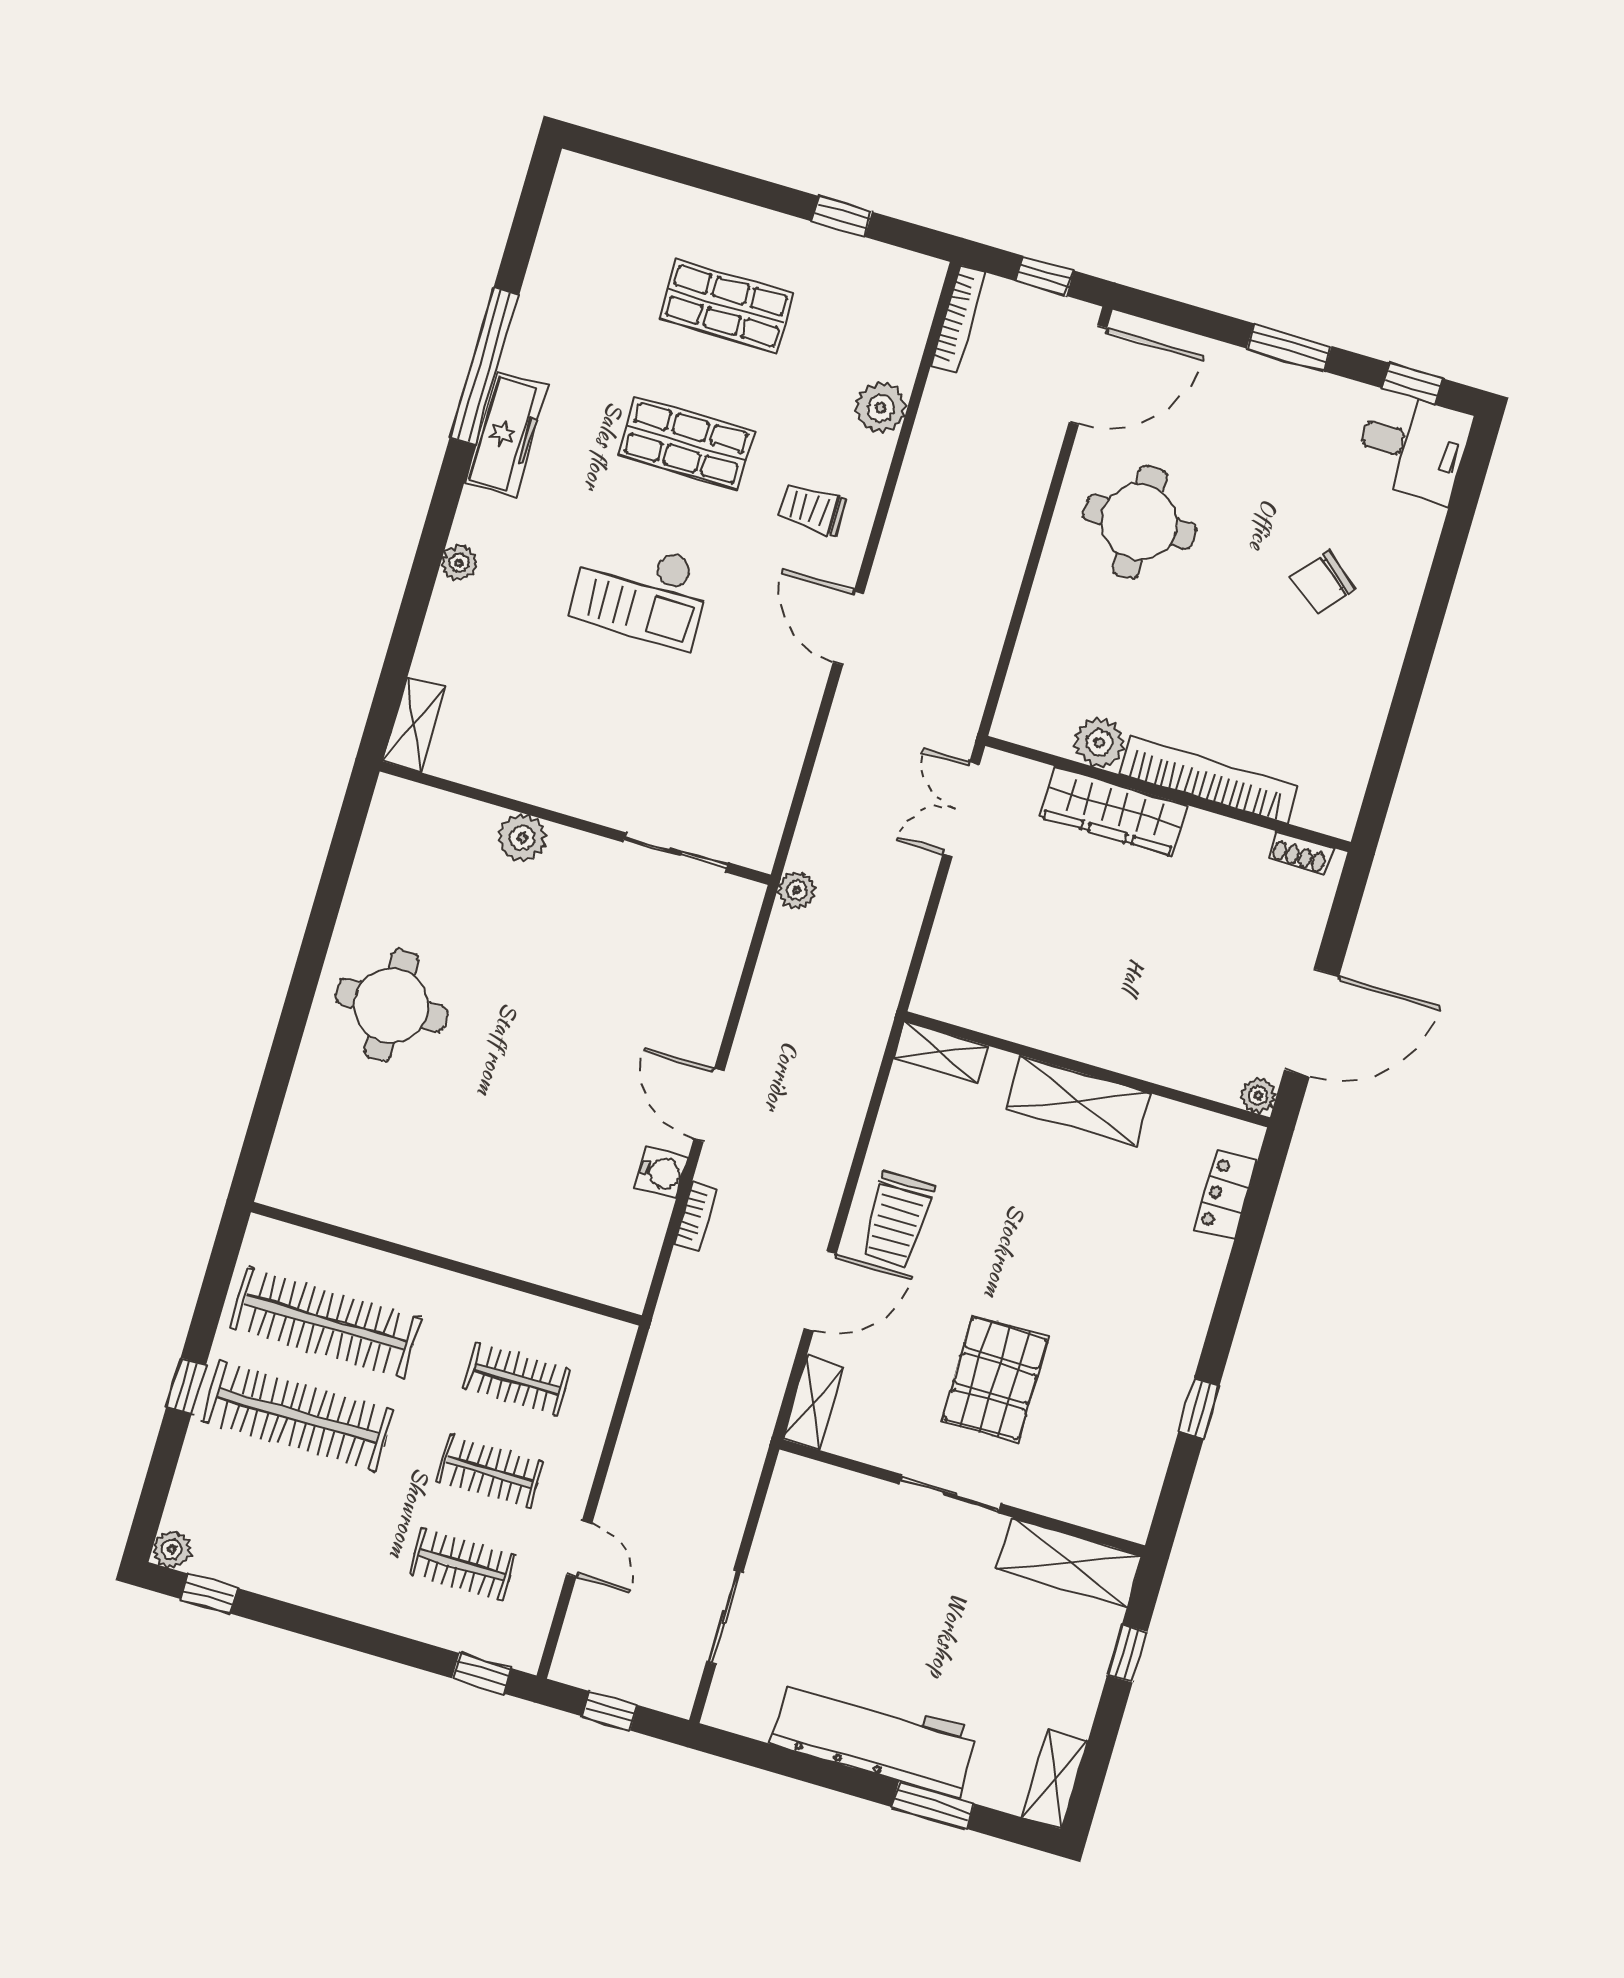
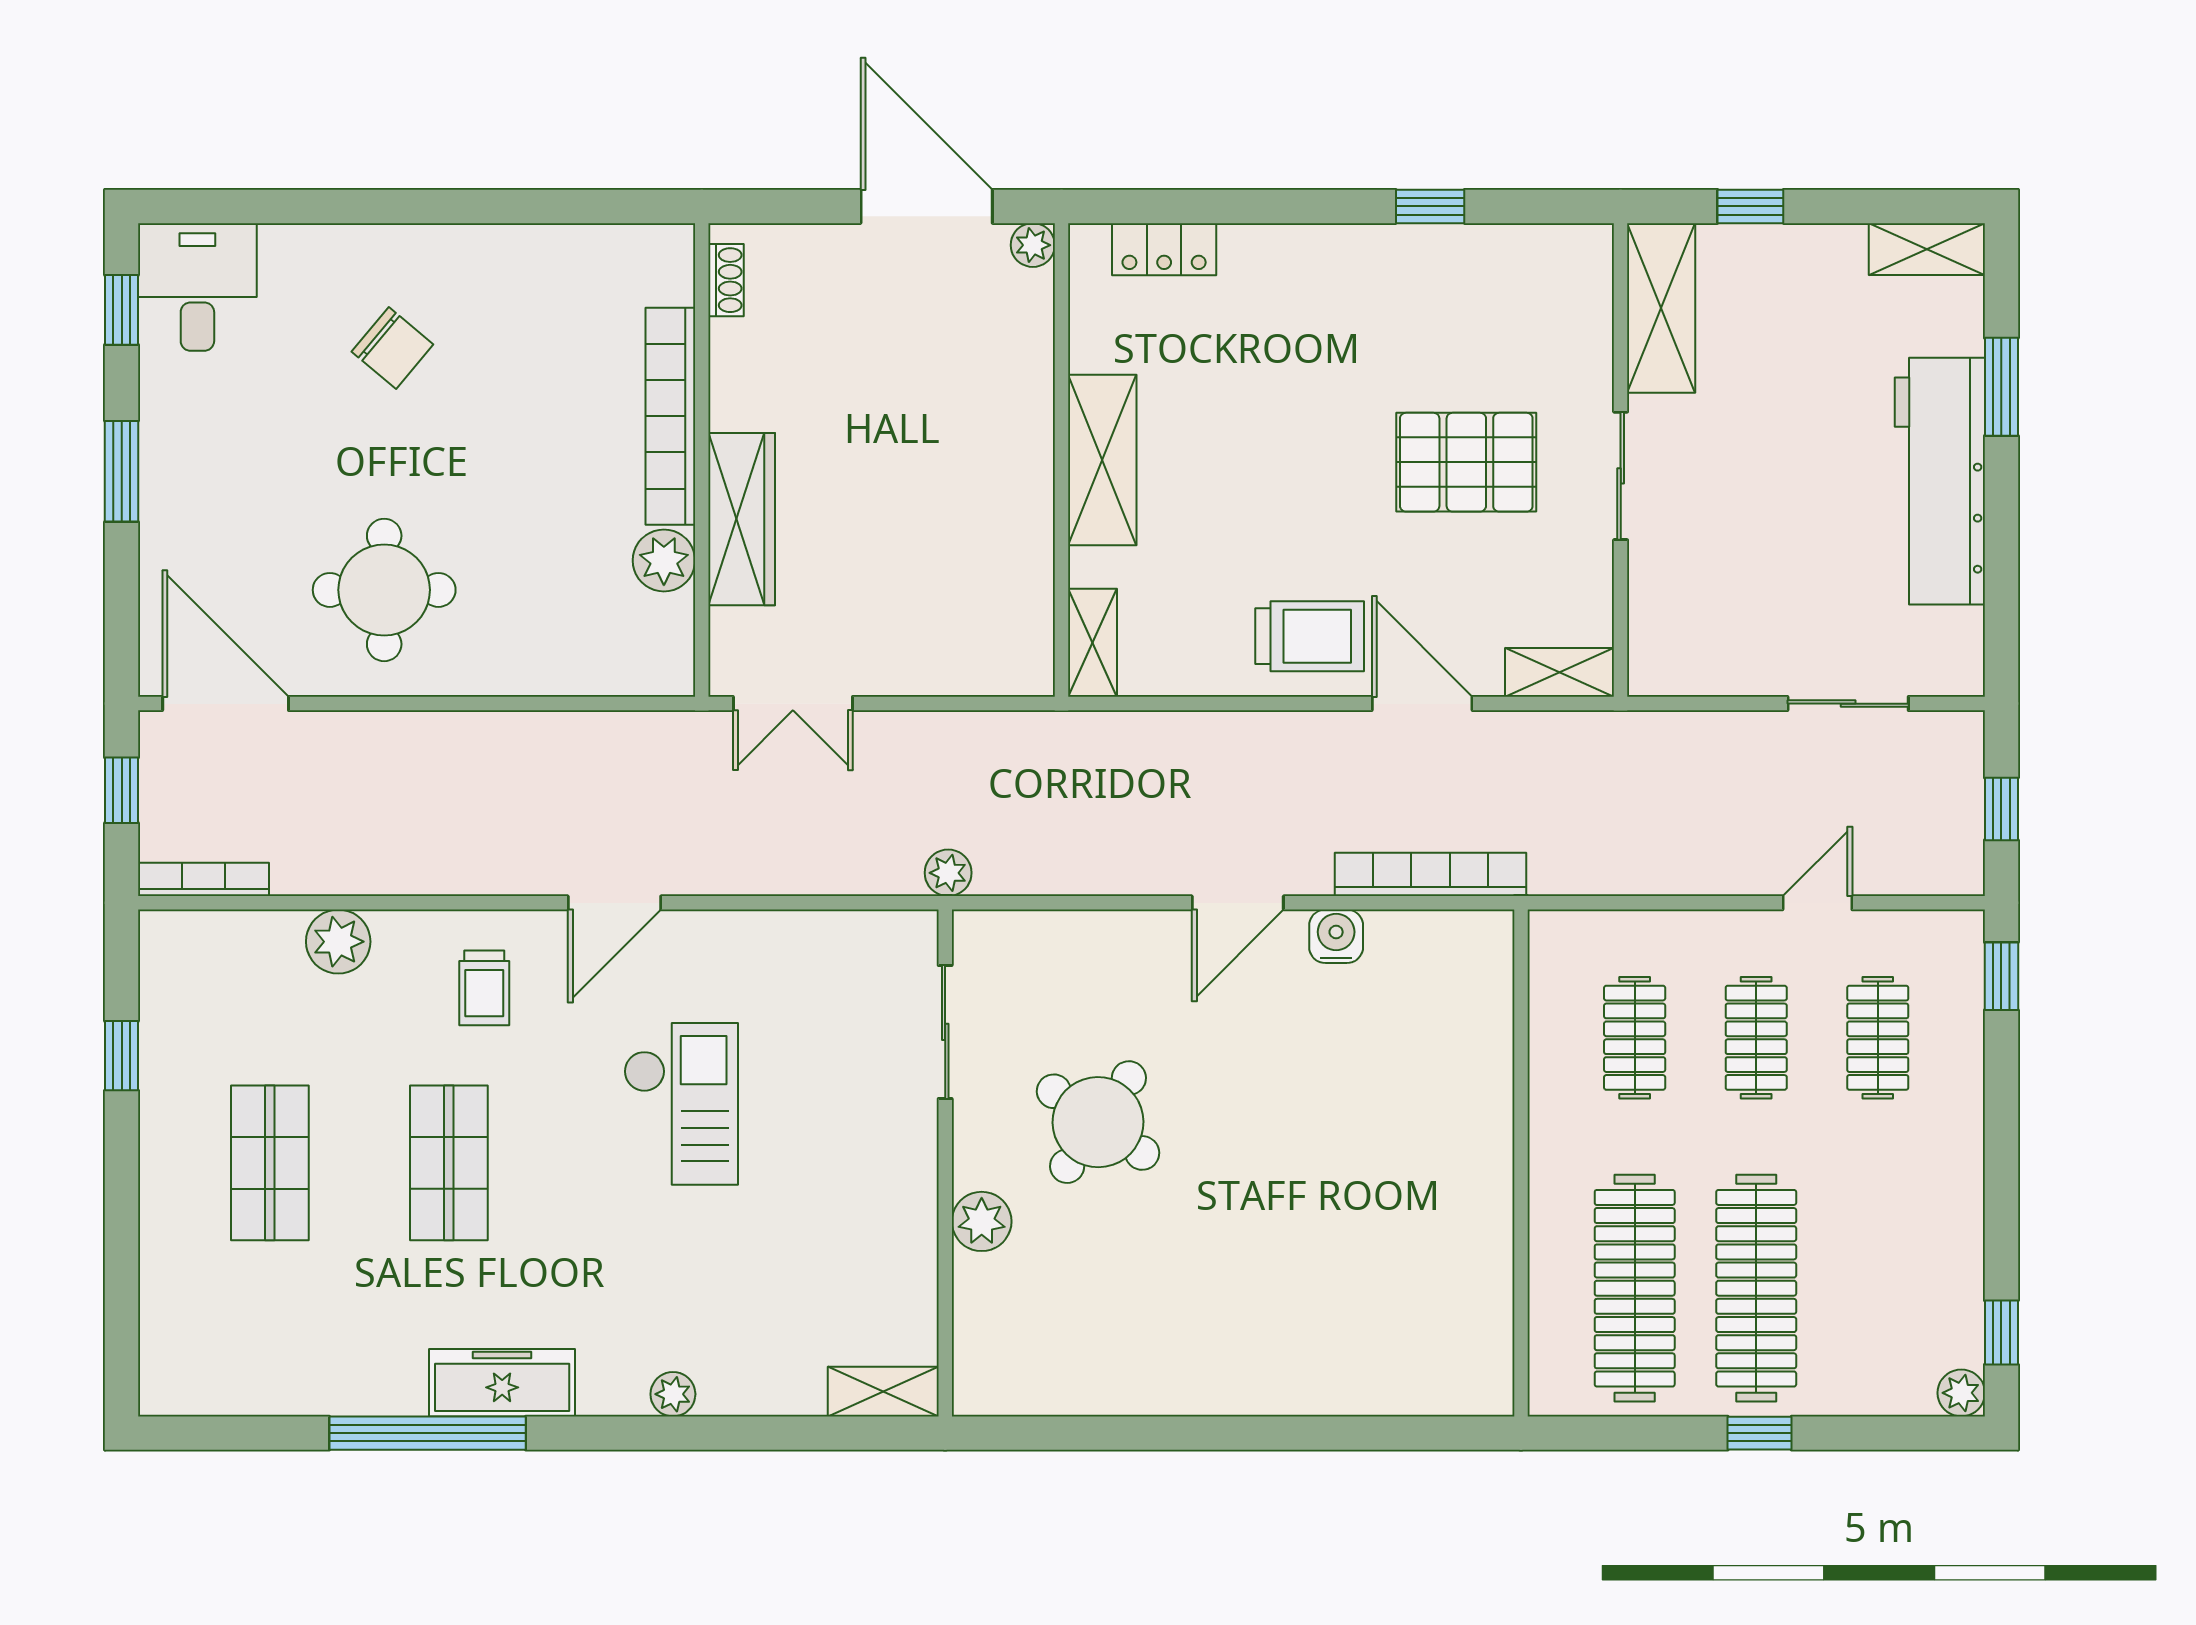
checkout: (641, 591) -> (681, 1104), moved
round table: (391, 1005) -> (1098, 1122), moved, turned 35
bookcase: (696, 1216) -> (1430, 874), width x2.31, depth x1.31

